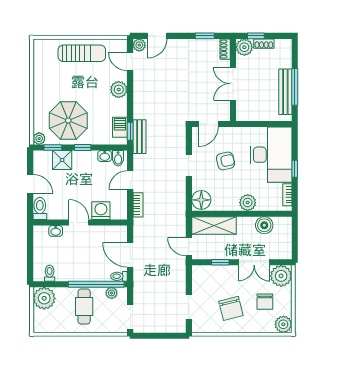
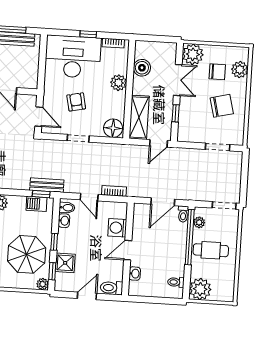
plant: (283, 324) -> (240, 70), moved

